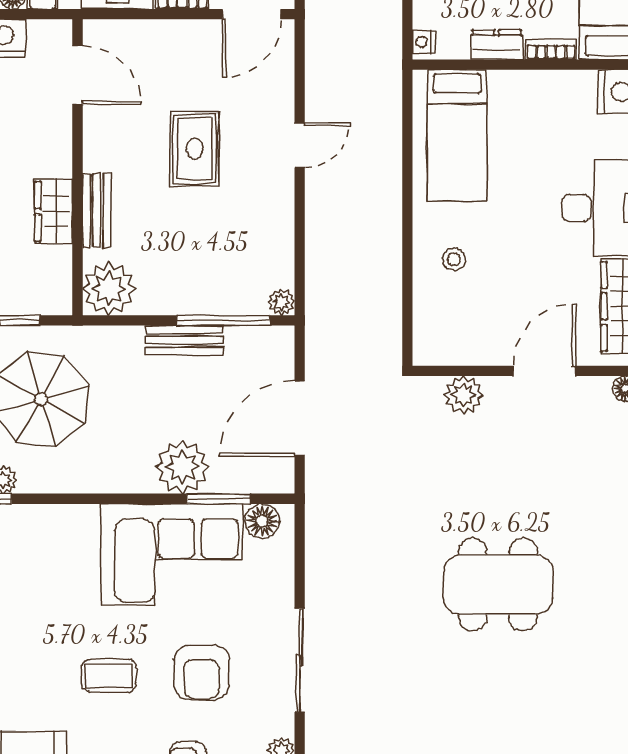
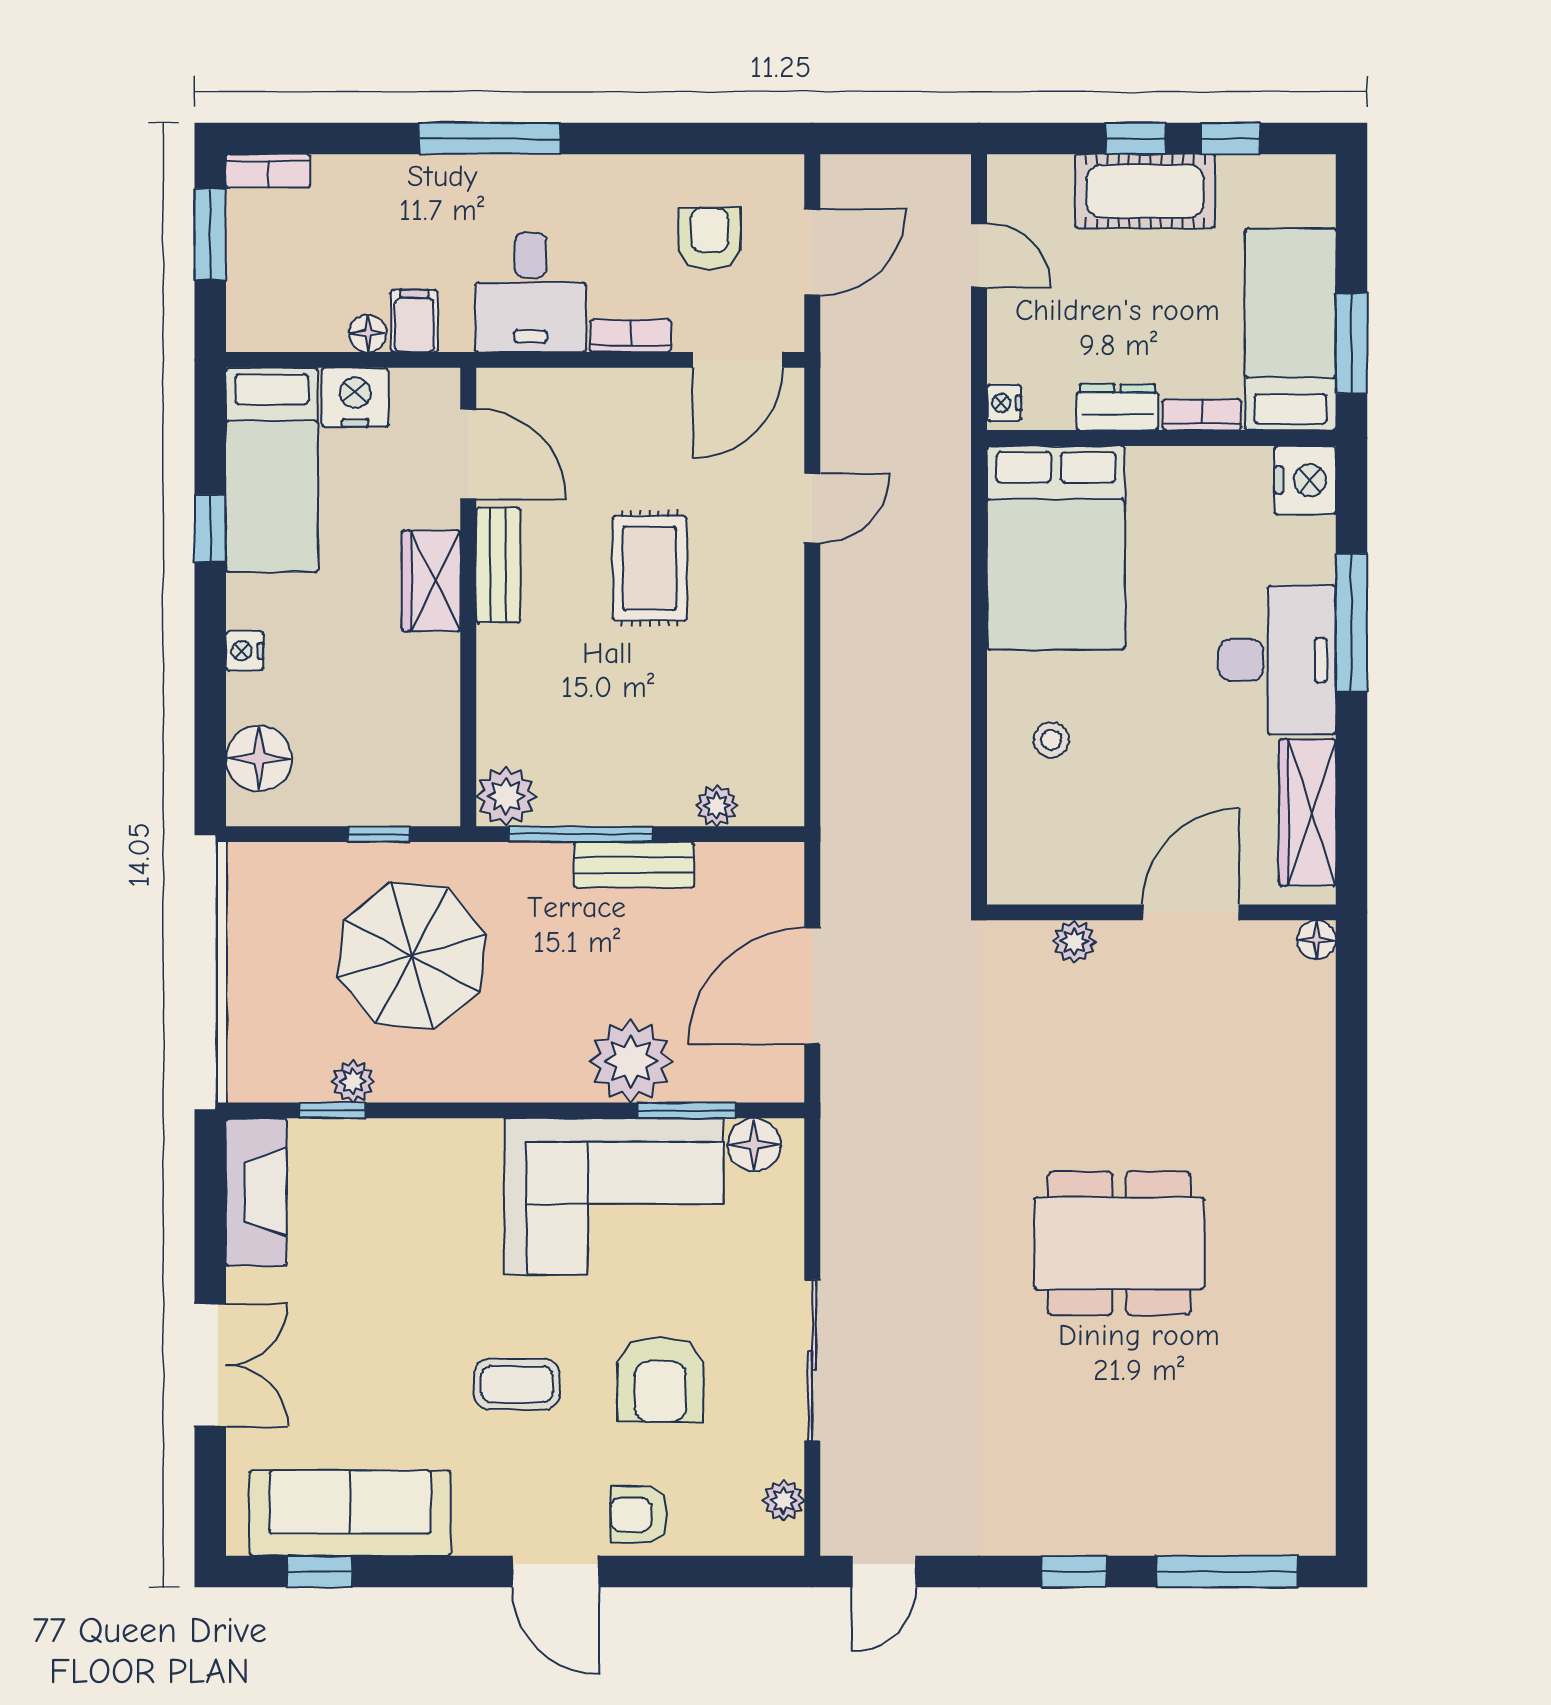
bed: (457, 135) -> (1056, 548), width x1.50
door: (300, 145) -> (812, 508), moved
wardrobe: (54, 211) -> (431, 581), moved
bench: (97, 211) -> (498, 565), moved
plant: (109, 289) -> (506, 796), width x0.73, depth x0.73
plant: (281, 302) -> (717, 806), moved
window: (223, 320) -> (581, 834), moved
plant: (464, 395) -> (1074, 942), width x0.73, depth x0.73

